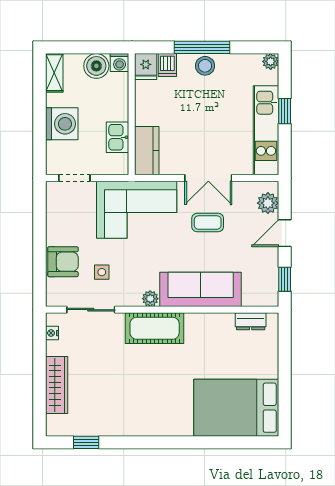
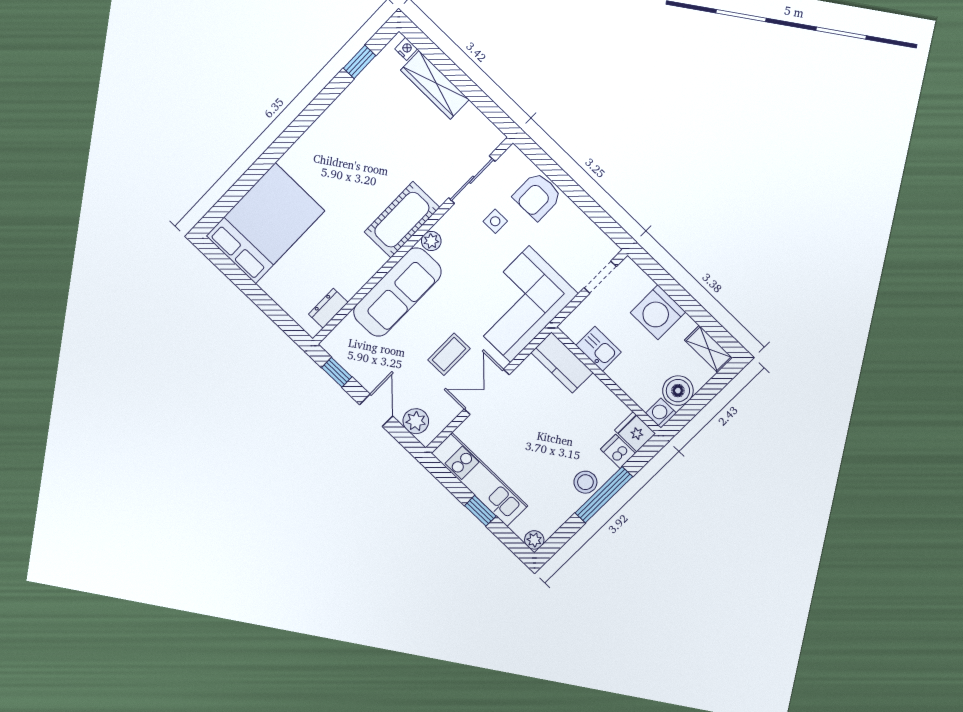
nightstand: (52, 333) -> (406, 49), moved

